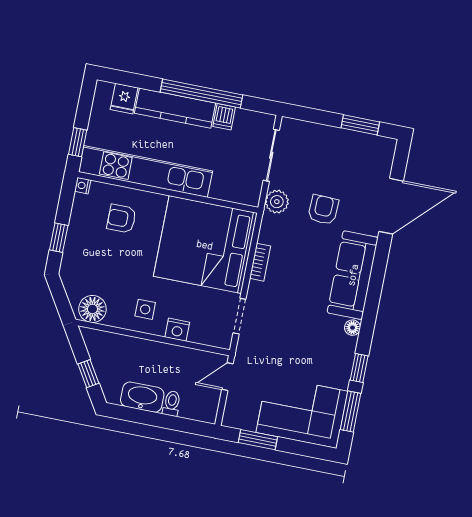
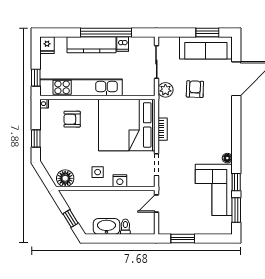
fridge: (124, 99) -> (47, 45), moved
sofa: (353, 275) -> (206, 48), moved, turned -90
corner sofa: (302, 412) -> (214, 190), moved, turned -90

